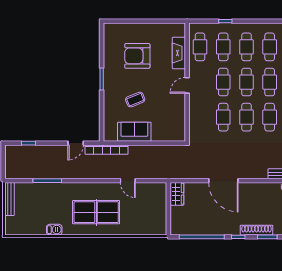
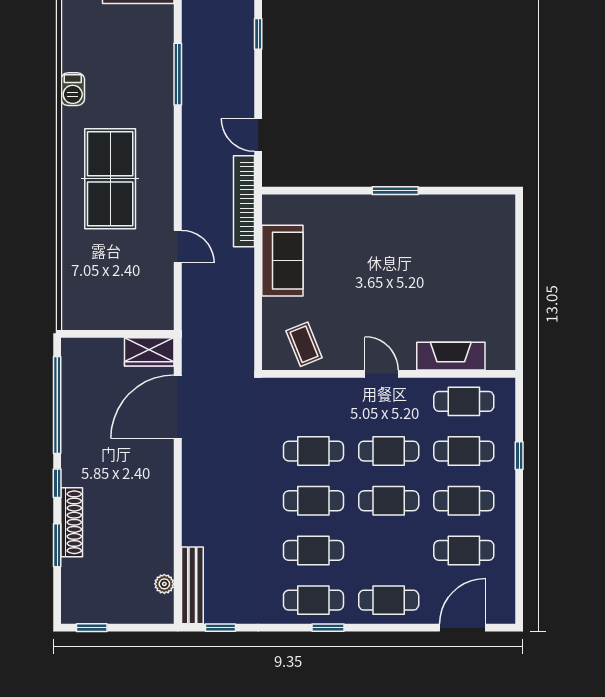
armchair: (137, 56) -> (445, 267), removed
cafe table: (270, 82) -> (389, 550), removed
coffee table: (135, 100) -> (304, 344), moved
door: (128, 181) -> (178, 247), swing flipped
door: (223, 181) -> (178, 407), moved

